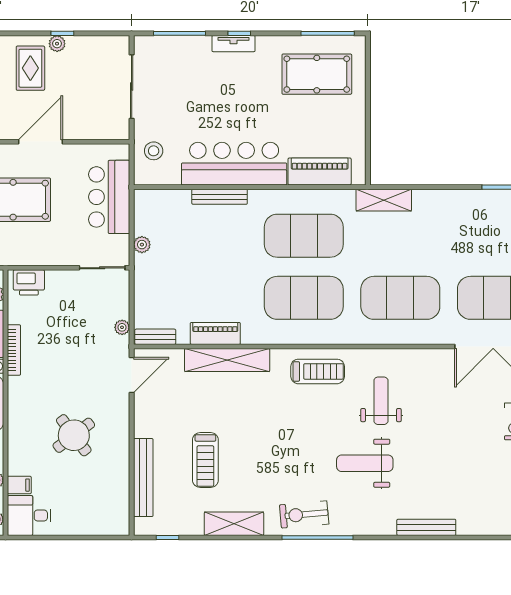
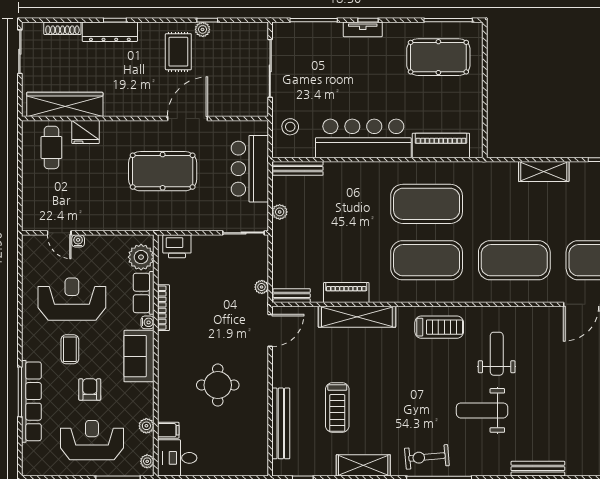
bench: (220, 197) -> (298, 168), moved
shelving: (384, 200) -> (544, 171), moved
round table: (74, 435) -> (218, 385), turned 37

